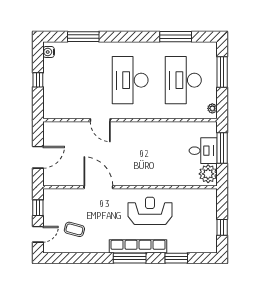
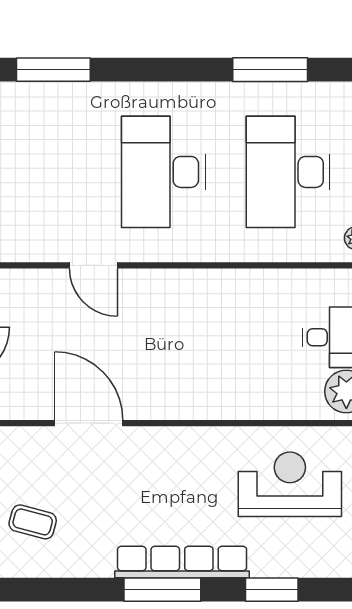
reception desk: (150, 211) -> (290, 484), moved

